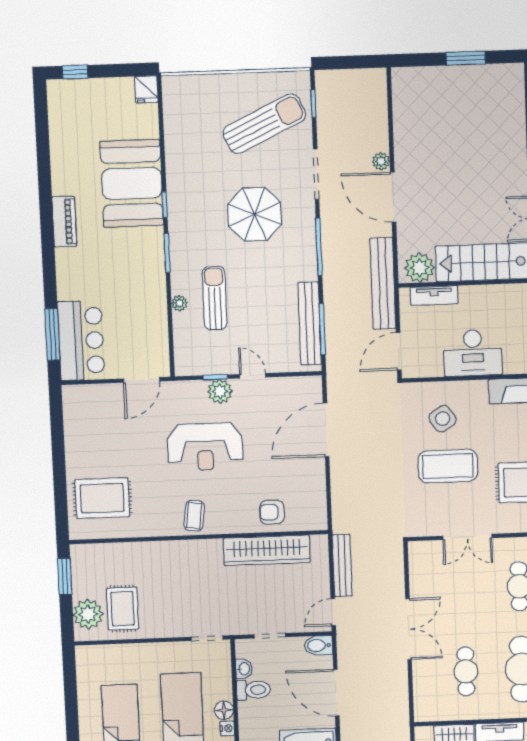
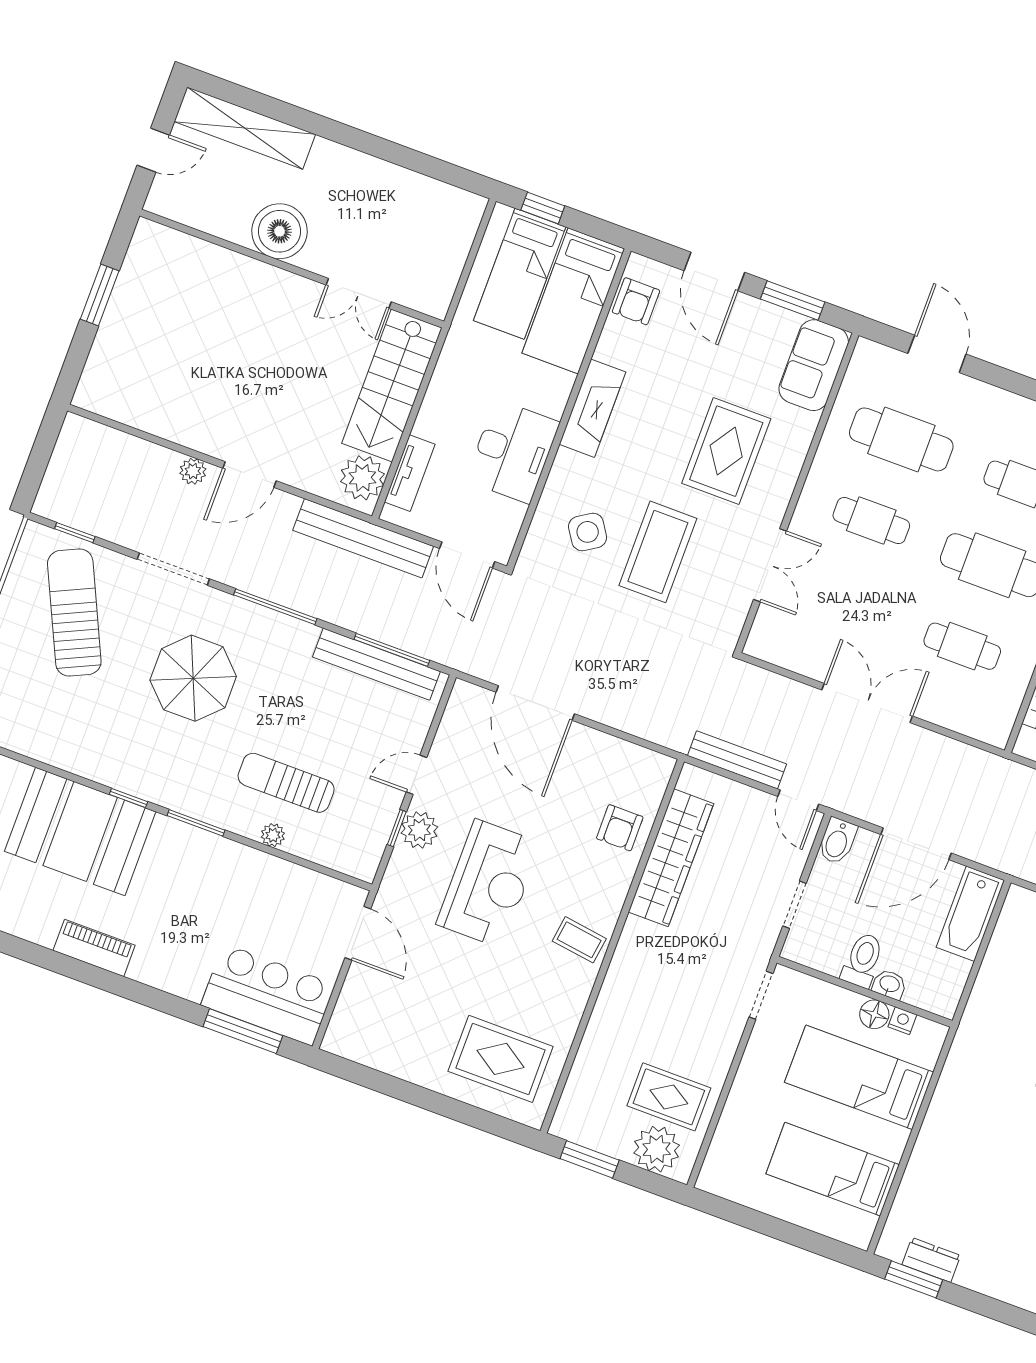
door: (393, 197) -> (249, 475), width x0.73
rug: (102, 498) -> (501, 1059), turned 90
washbasin: (244, 669) -> (889, 984), moved

